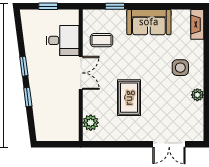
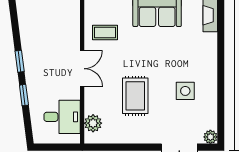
desk: (63, 40) -> (62, 117), moved
side table: (180, 68) -> (185, 91), moved
plant: (197, 95) -> (210, 137), moved

